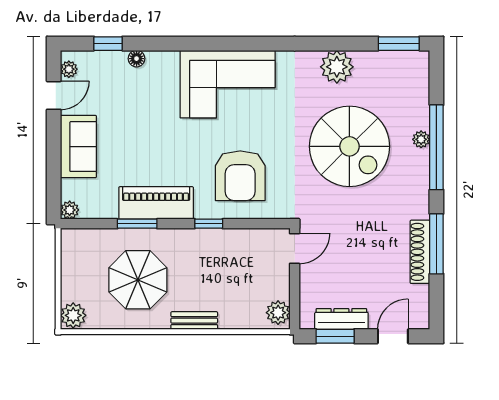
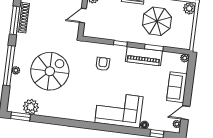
plant: (337, 67) -> (31, 107), moved
corner sofa: (228, 84) -> (119, 110), moved
spiral stairs: (349, 146) -> (50, 71), turned 90
armchair: (240, 176) -> (103, 64), width x0.53, depth x0.53
door: (295, 248) -> (83, 16), moved

